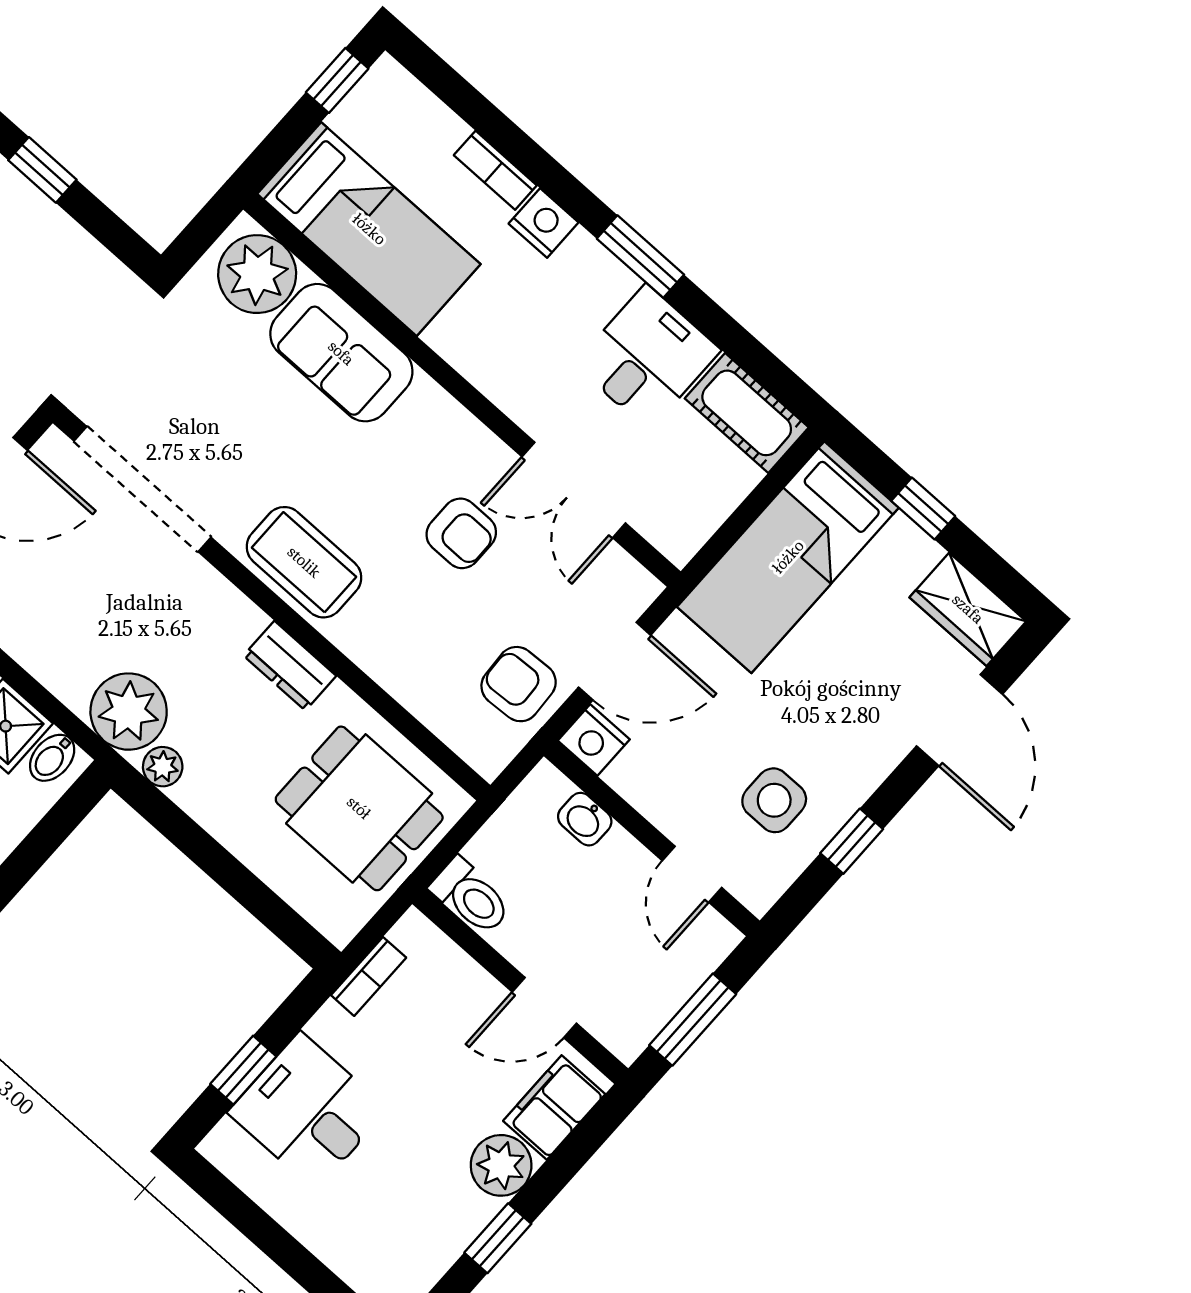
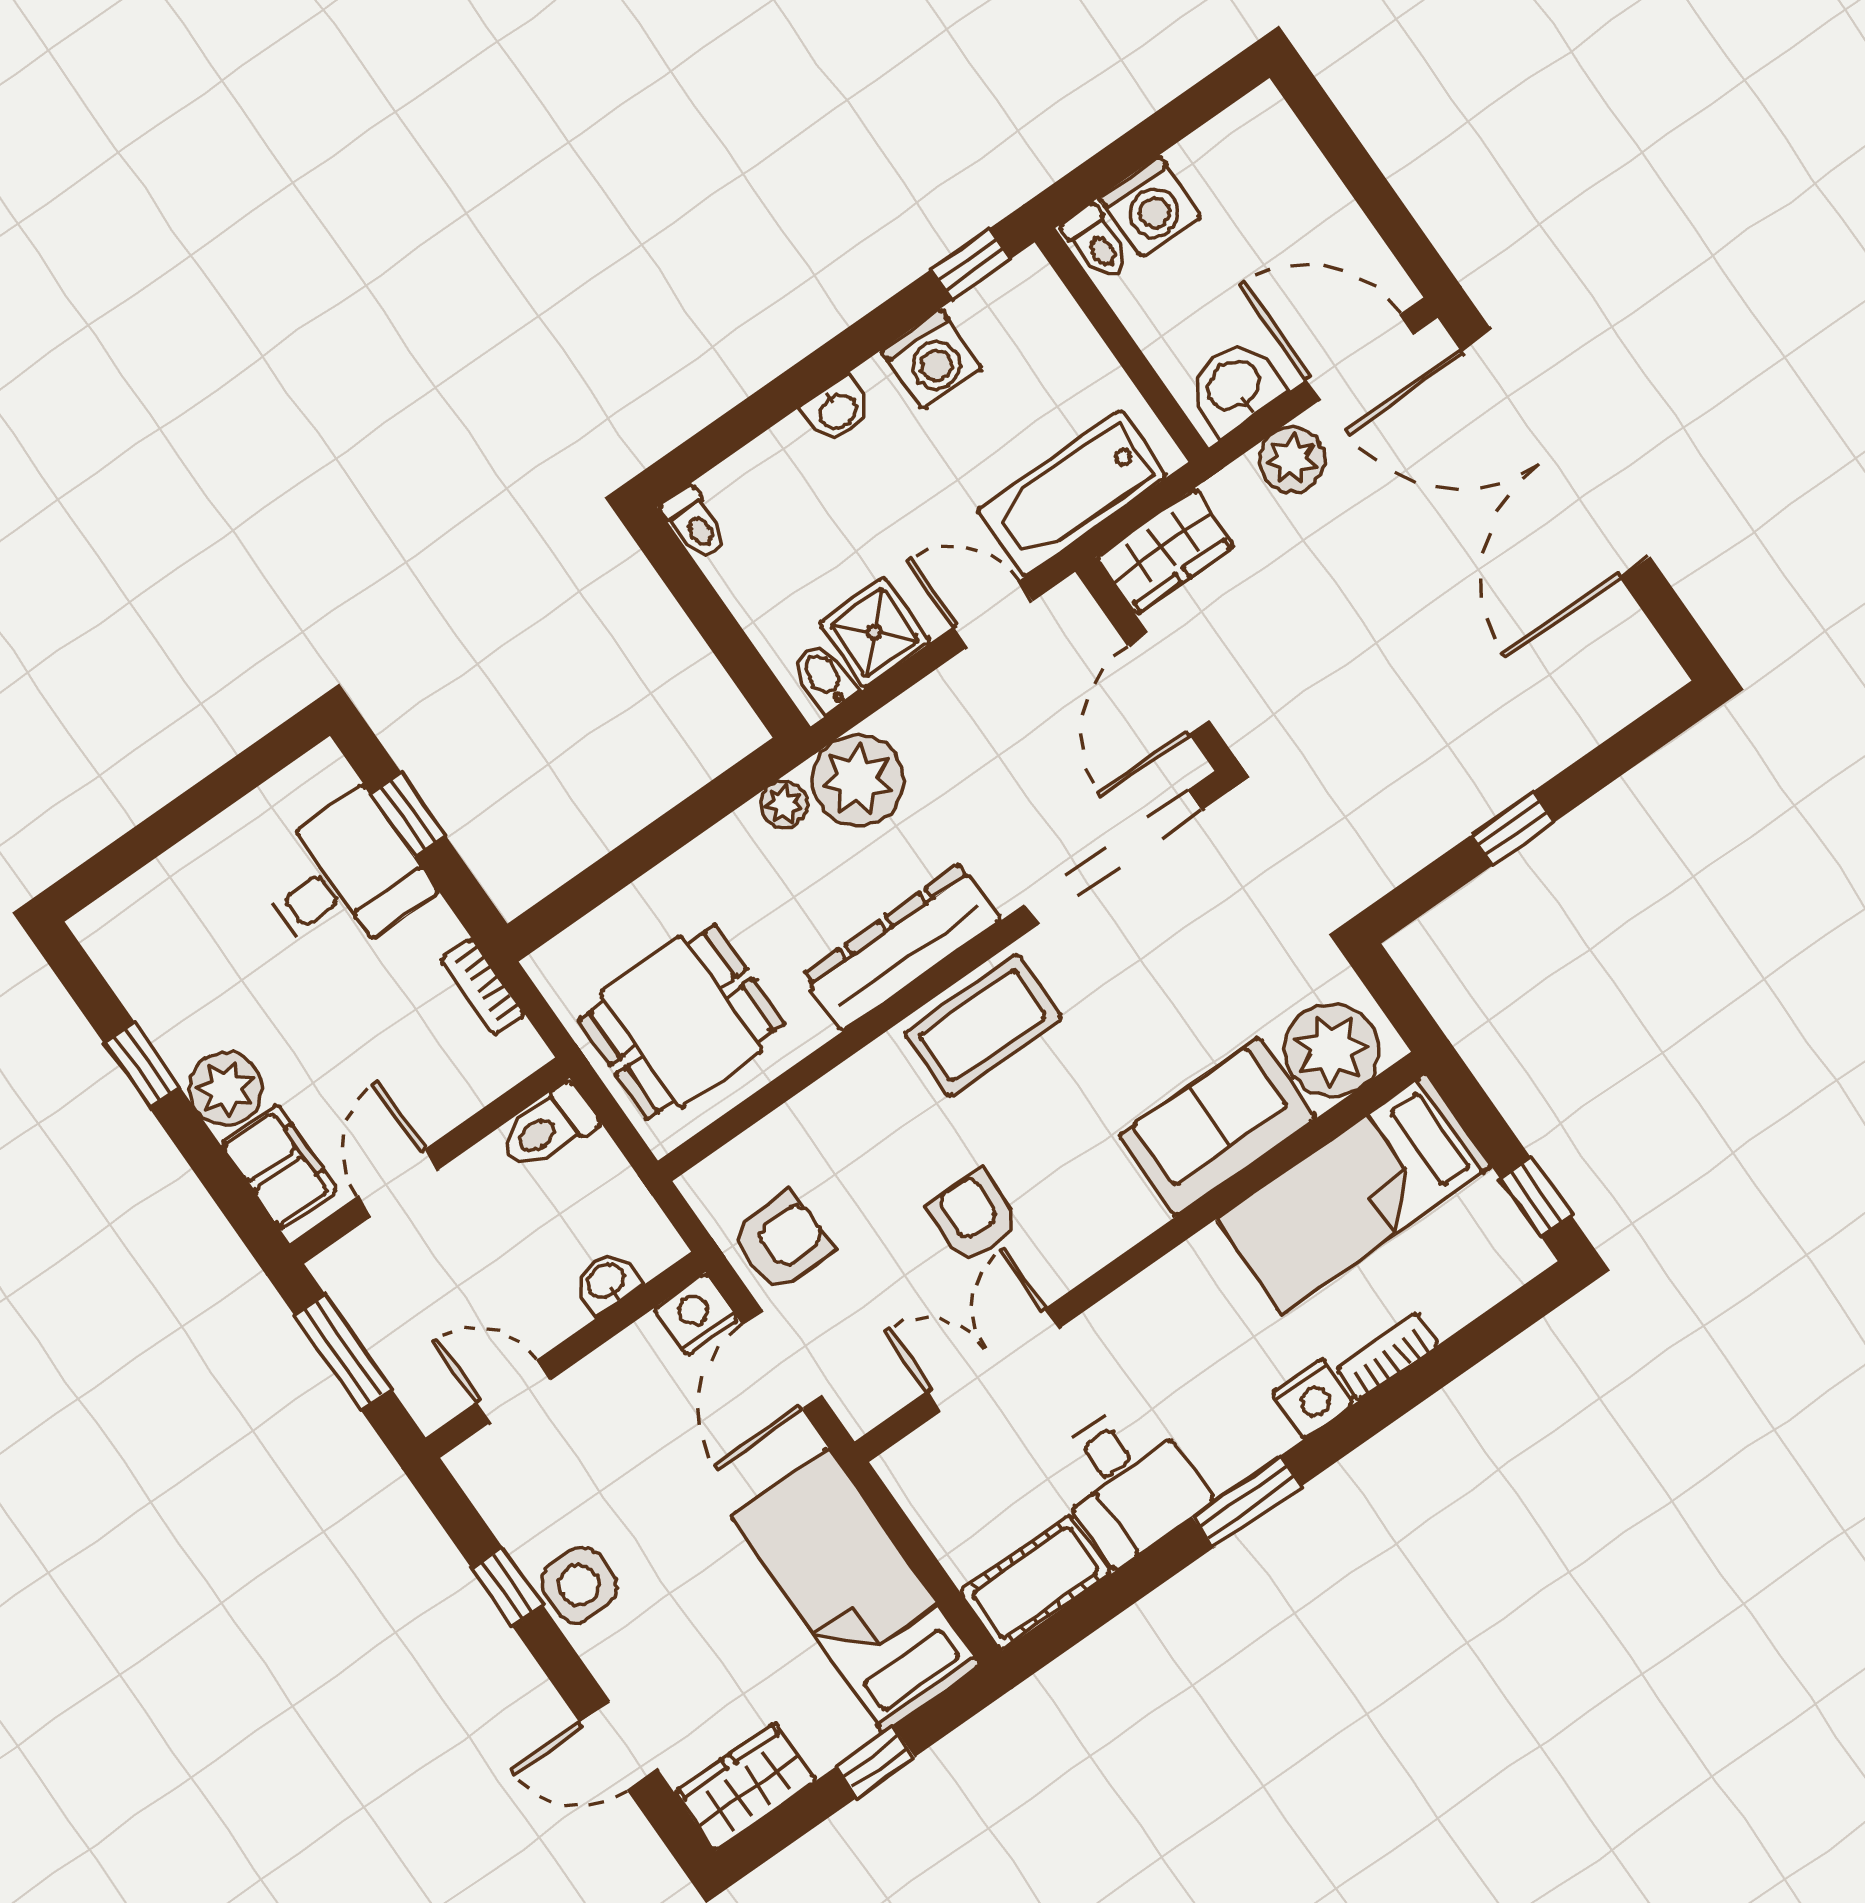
armchair: (461, 533) -> (974, 1217), turned 93
dresser: (290, 666) -> (902, 947), width x1.96, depth x1.24
door: (959, 720) -> (619, 1746), width x0.73
side table: (774, 800) -> (579, 1585), moved

